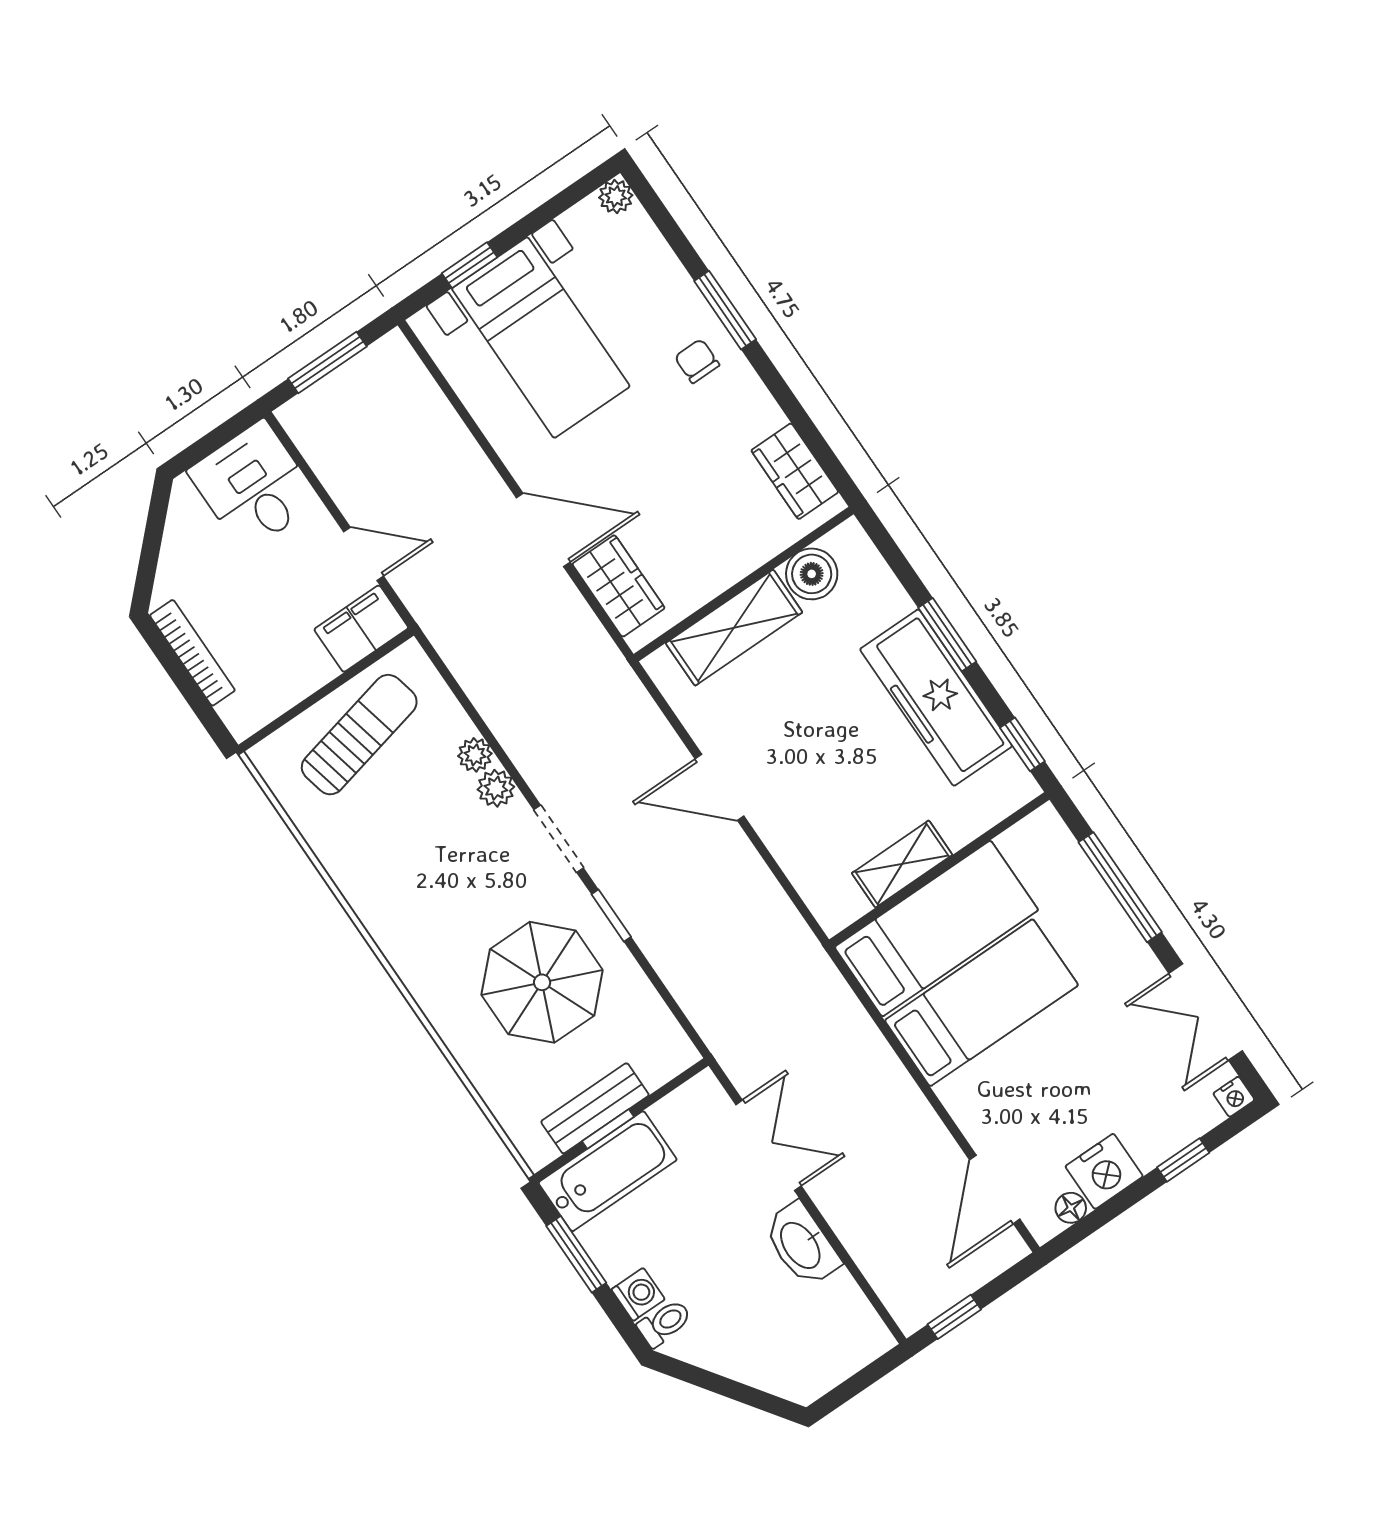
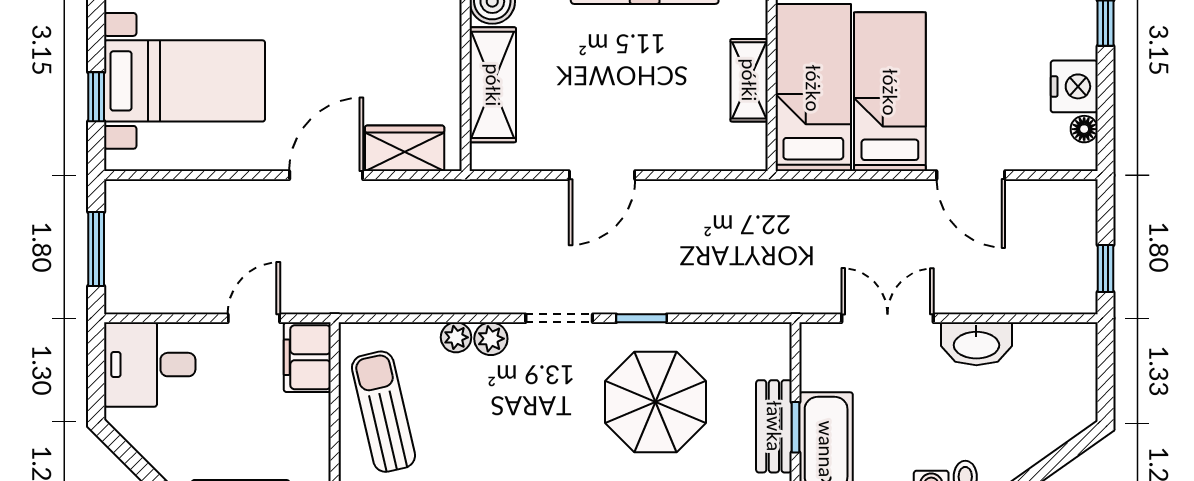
door: (995, 1189) -> (971, 175), moved

